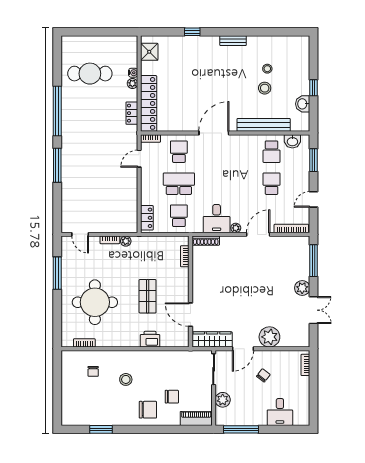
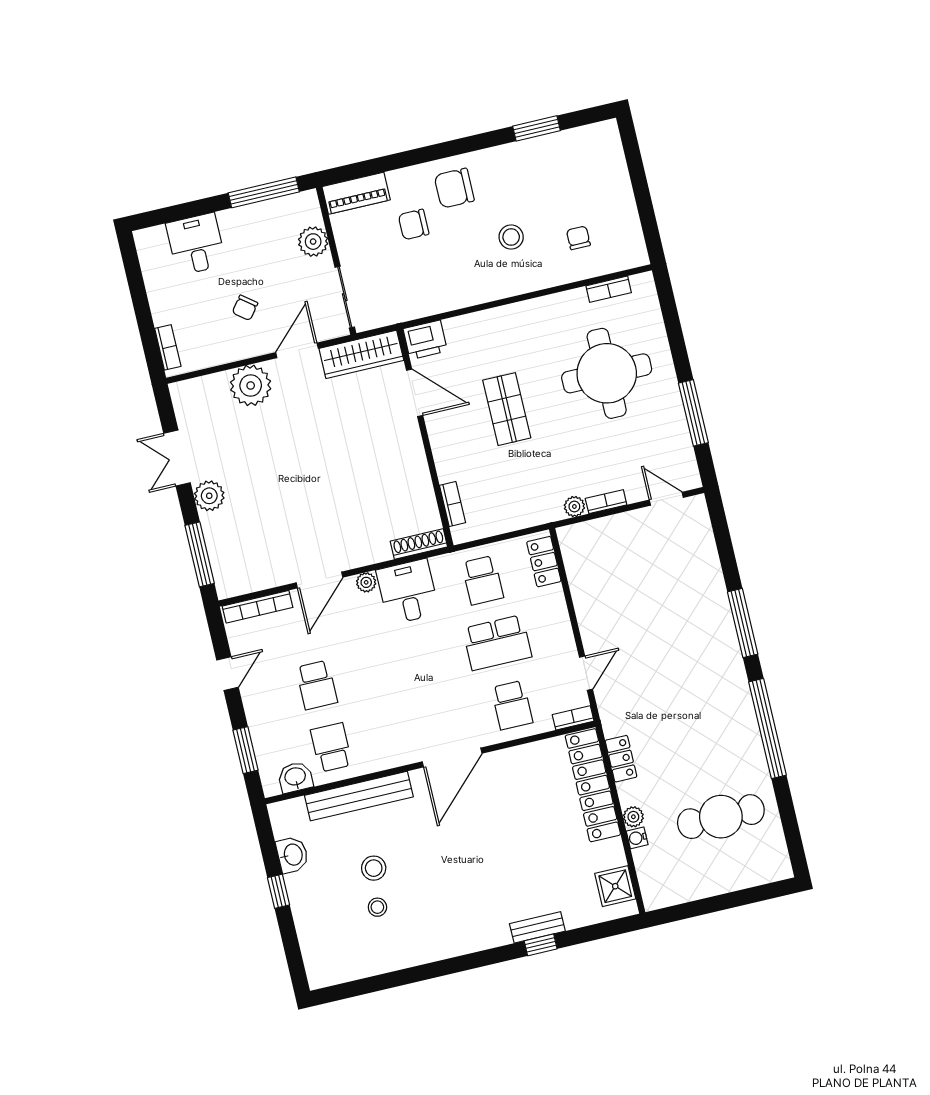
bench: (233, 41) -> (537, 927), moved
printer: (150, 339) -> (425, 340), moved

